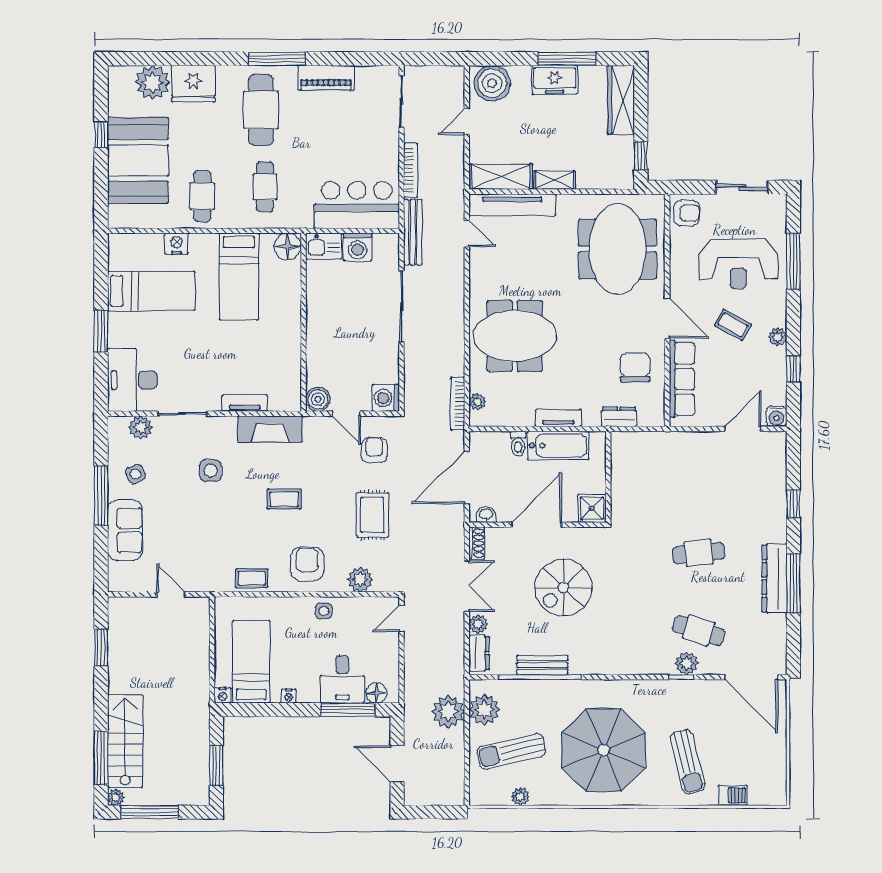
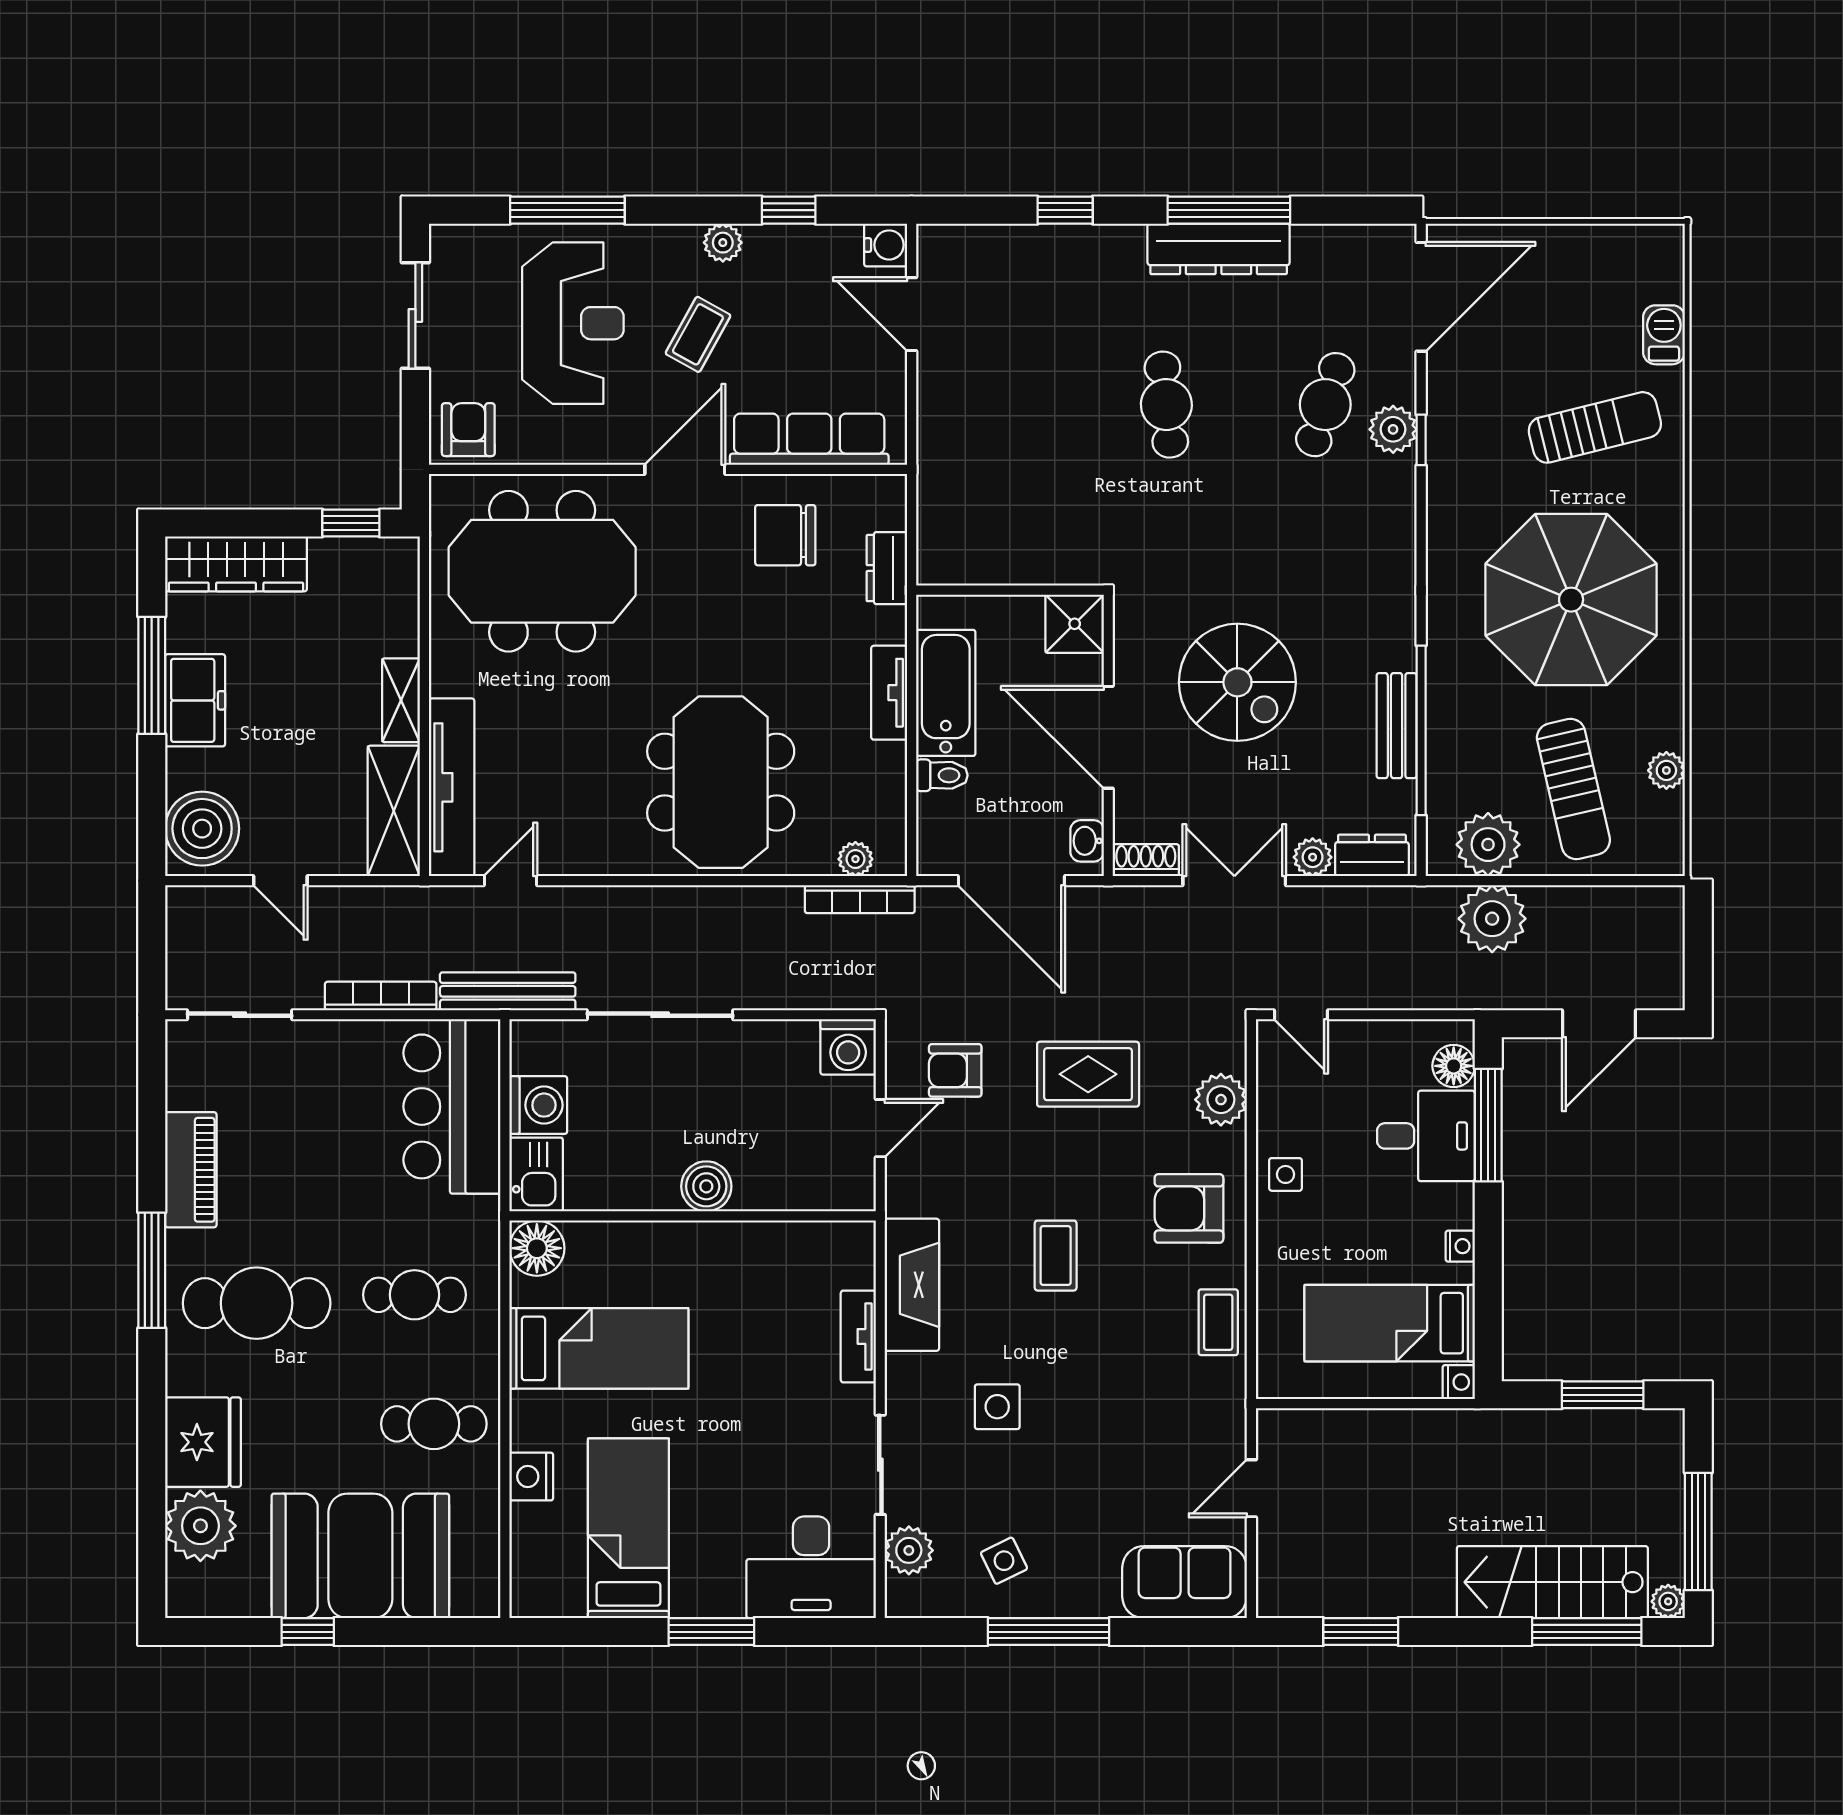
boiler: (318, 399) -> (706, 1186), moved
sofa: (125, 530) -> (1185, 1582), moved

